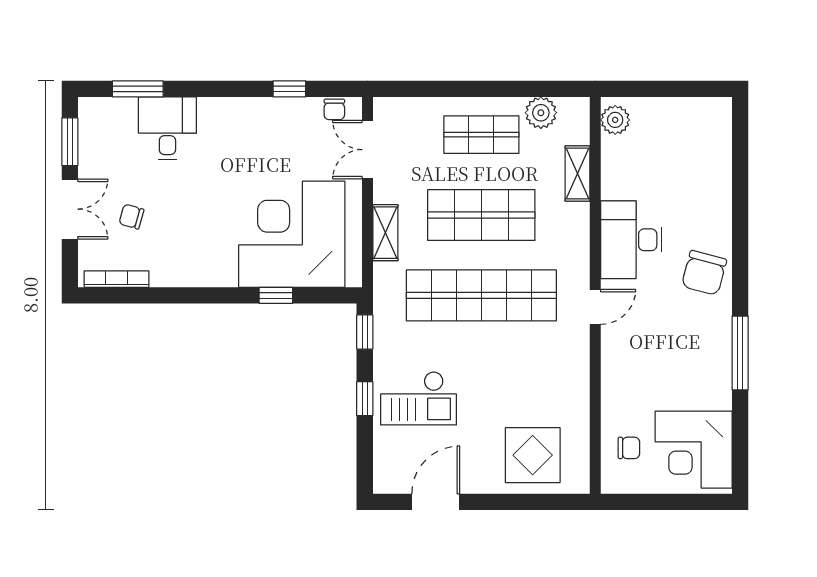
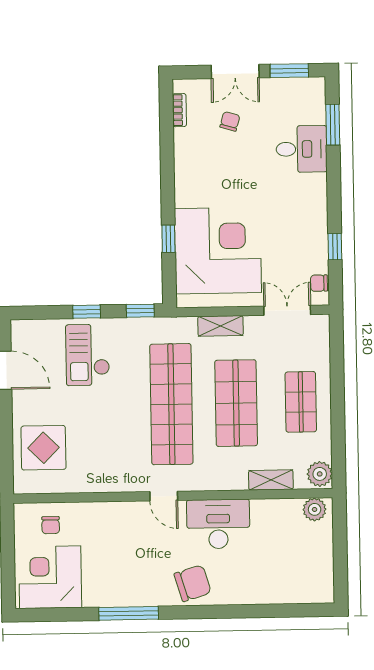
plant: (541, 113) -> (320, 474), moved
chair: (704, 273) -> (193, 583), turned 148
bookcase: (116, 279) -> (179, 110), width x0.64

